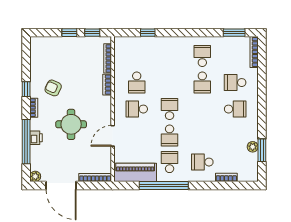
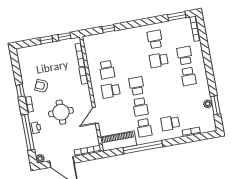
school desk: (202, 83) -> (159, 60), turned 90
school desk: (235, 83) -> (185, 56), turned 90
school desk: (235, 109) -> (188, 76), turned 90
school desk: (170, 162) -> (144, 128), turned 180

